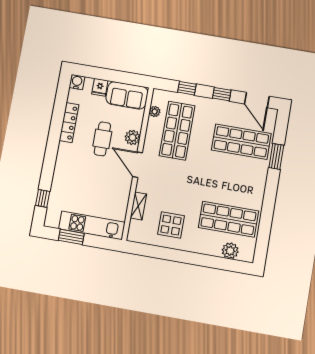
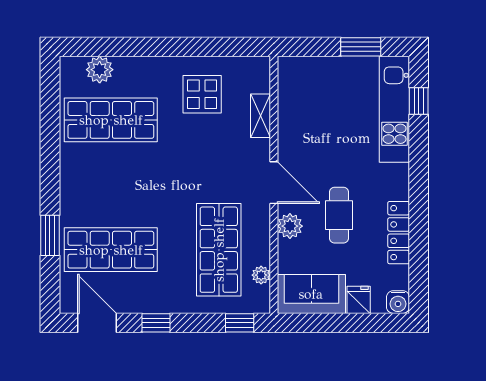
window: (187, 88) -> (240, 323), moved
kitchen unit: (92, 225) -> (394, 109), moved, turned 90

